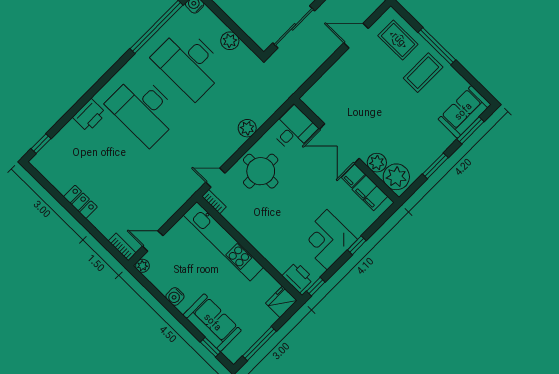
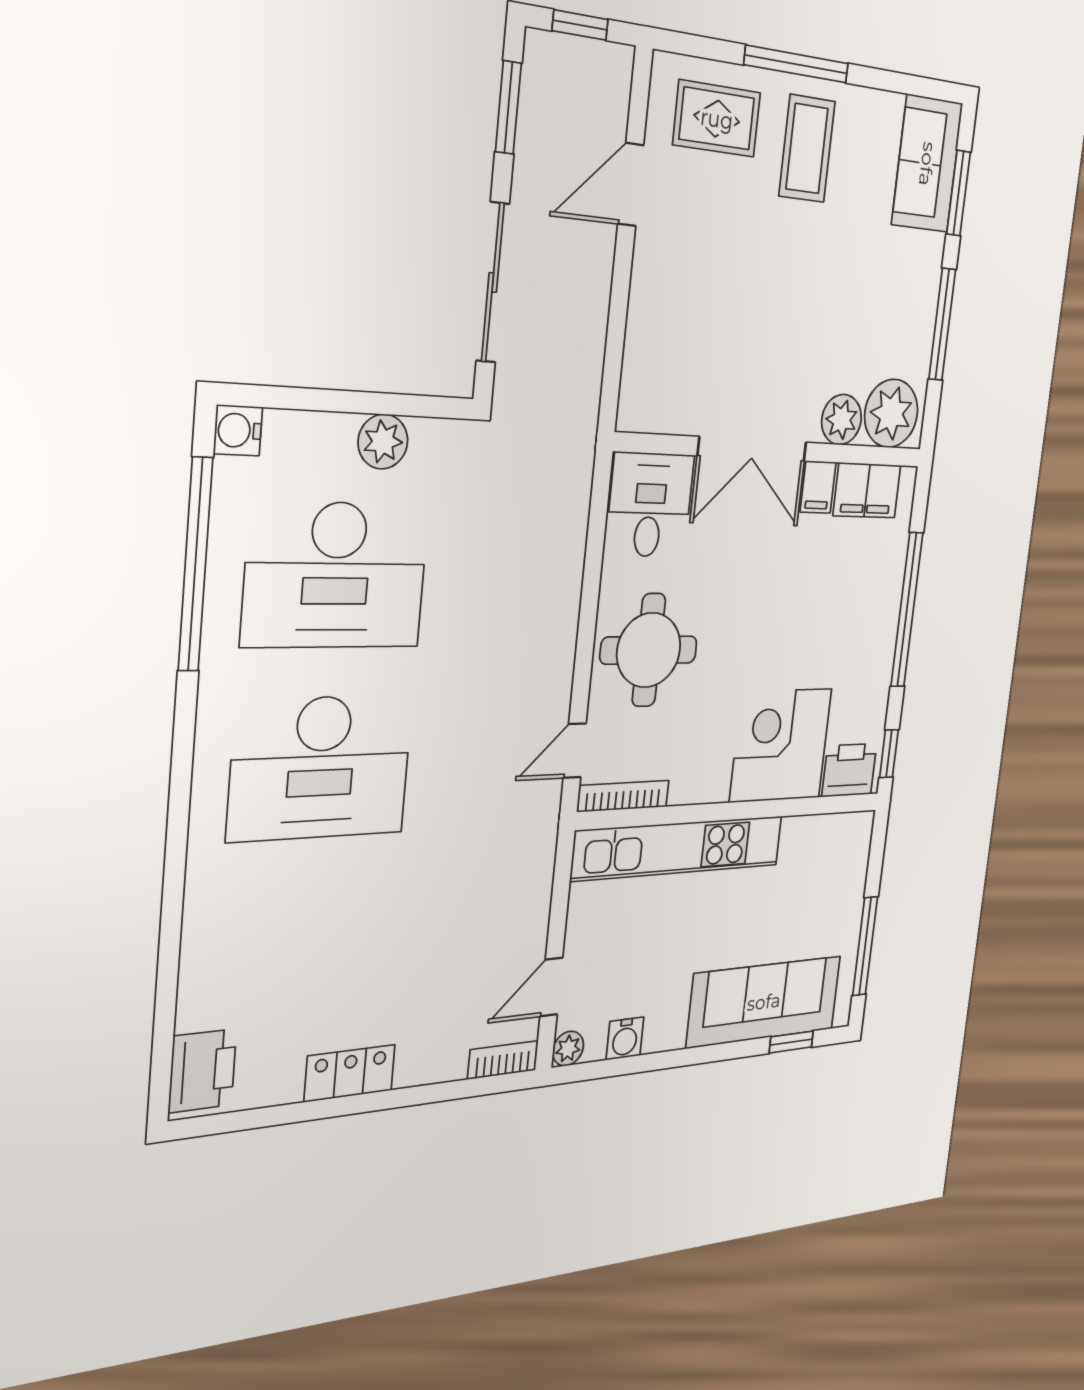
printer: (89, 115) -> (202, 1071), moved
plant: (247, 128) -> (561, 593), removed
window: (41, 144) -> (162, 1059), removed
window: (435, 166) -> (942, 324), width x1.44
bookcase: (214, 202) -> (623, 796), width x1.56
corner desk: (327, 240) -> (781, 745), moved, turned 90
window: (357, 245) -> (907, 610), width x3.17
water cooler: (175, 296) -> (625, 1038), moved
fridge: (281, 302) -> (852, 841), removed
sofa: (212, 323) -> (764, 1002), width x1.36

